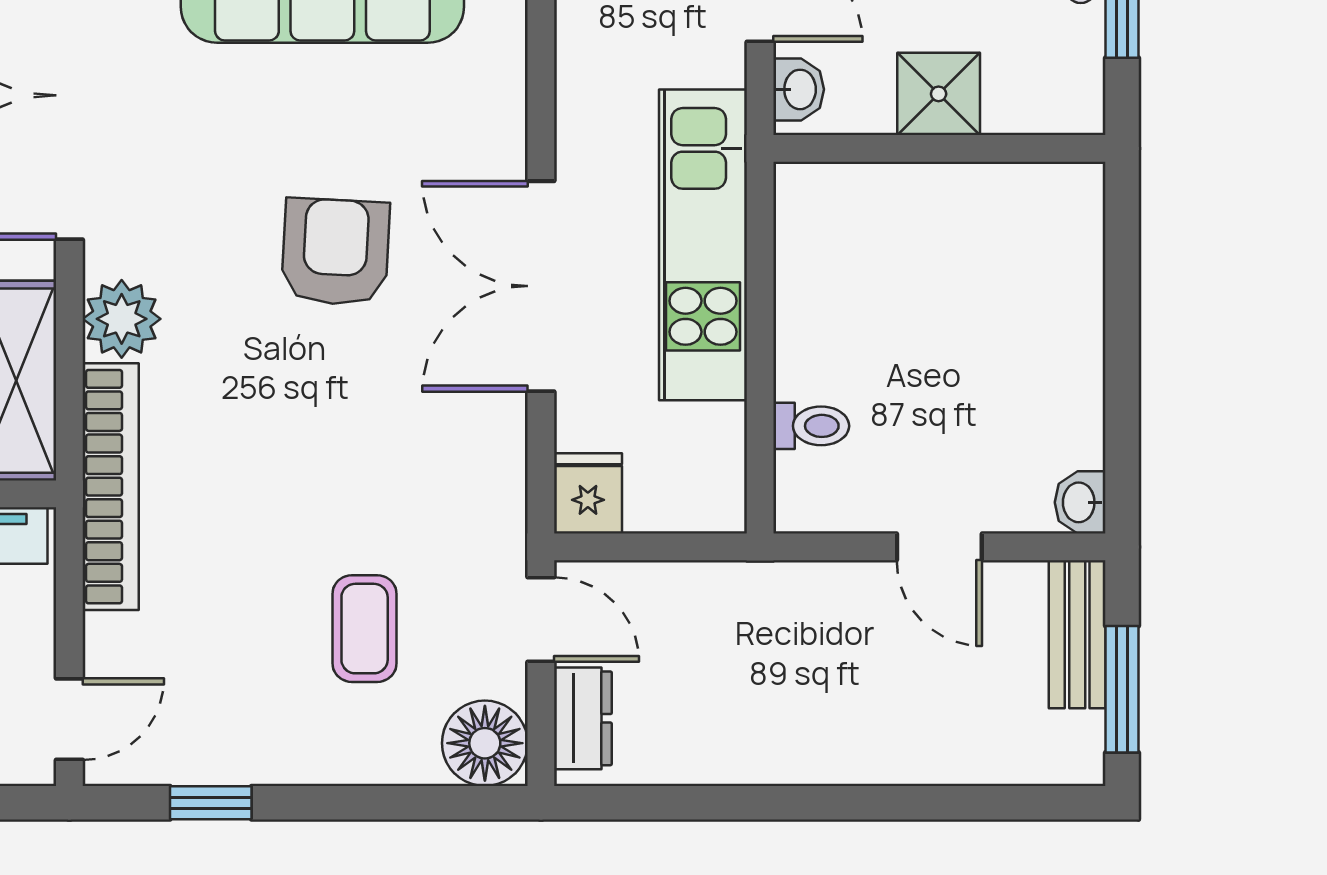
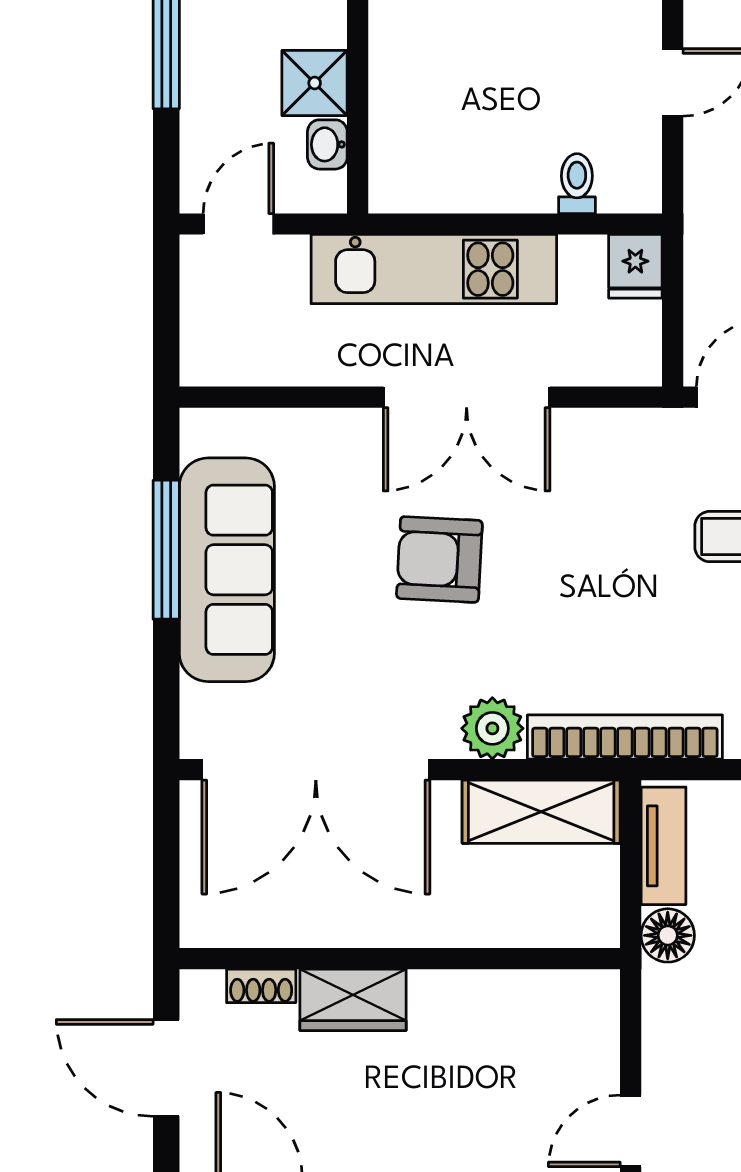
washbasin: (799, 89) -> (327, 144), moved, turned -90
fridge: (588, 493) -> (635, 266), moved, turned -90

